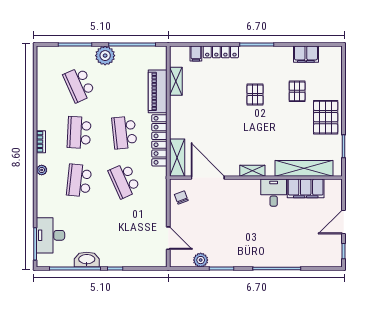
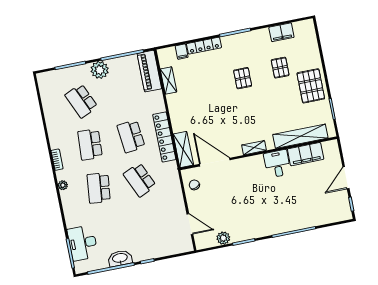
piano: (158, 91) -> (149, 71), moved

